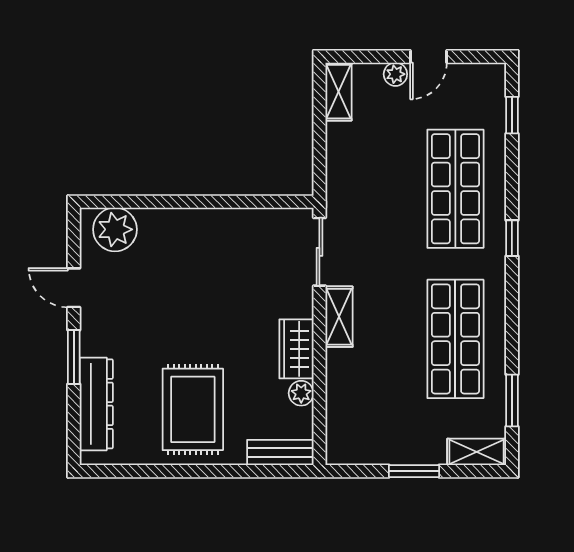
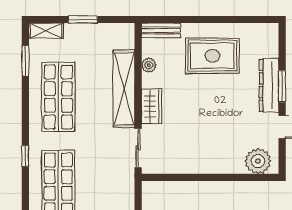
shelving: (339, 317) -> (124, 89), width x2.20, depth x1.33
wardrobe: (296, 349) -> (152, 106), moved
dresser: (96, 404) -> (269, 85), moved
rug: (193, 409) -> (212, 56), turned 90

